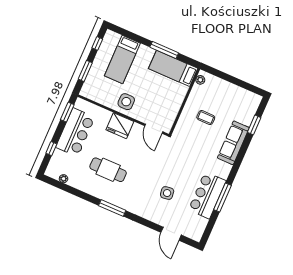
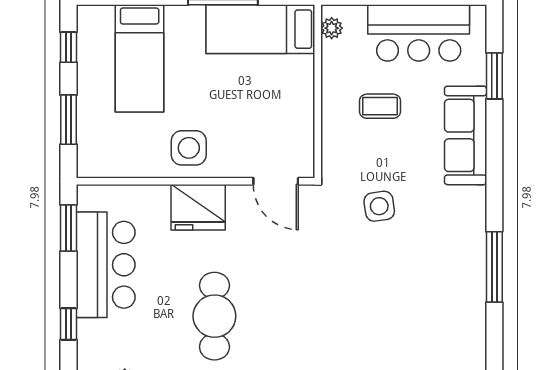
cafe table: (108, 170) -> (214, 316), turned 90
side table: (167, 193) -> (379, 206), moved
bar counter: (207, 195) -> (419, 33), moved, turned -90

